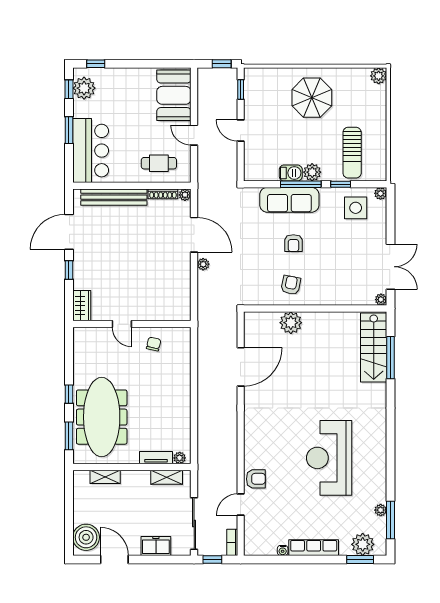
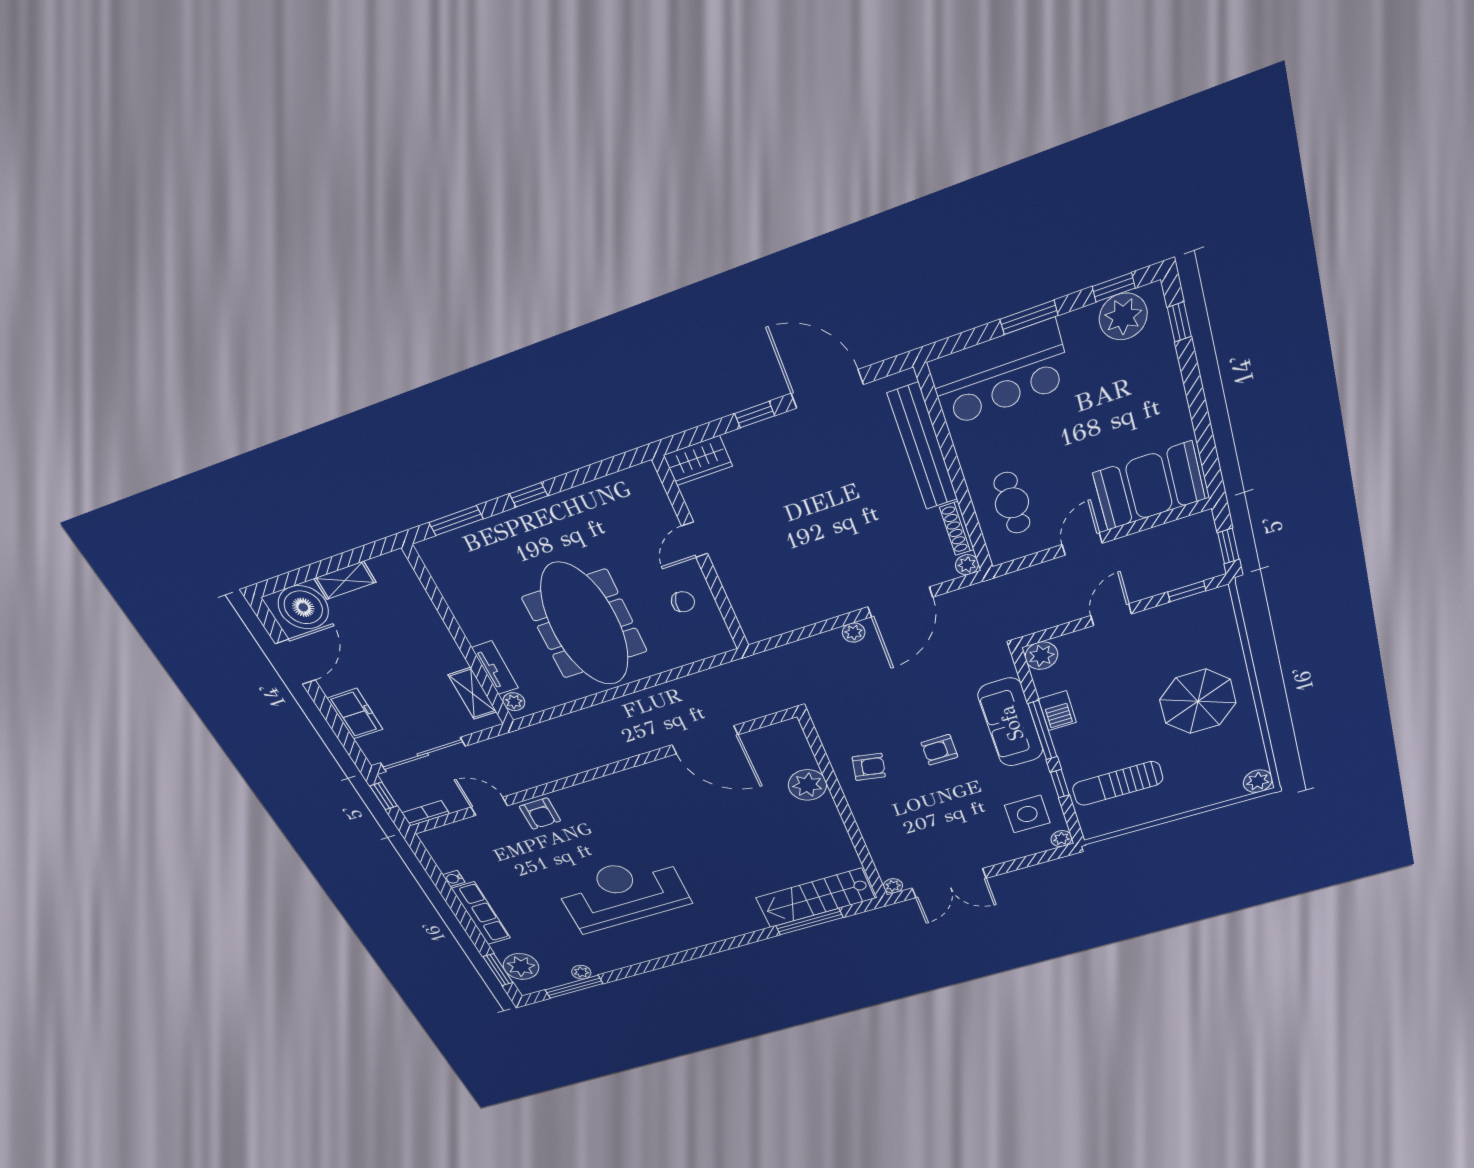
plant: (312, 172) -> (1041, 656), moved
meeting table: (102, 417) -> (585, 624), moved, turned 90
shelving: (105, 477) -> (345, 580), moved, turned 90

